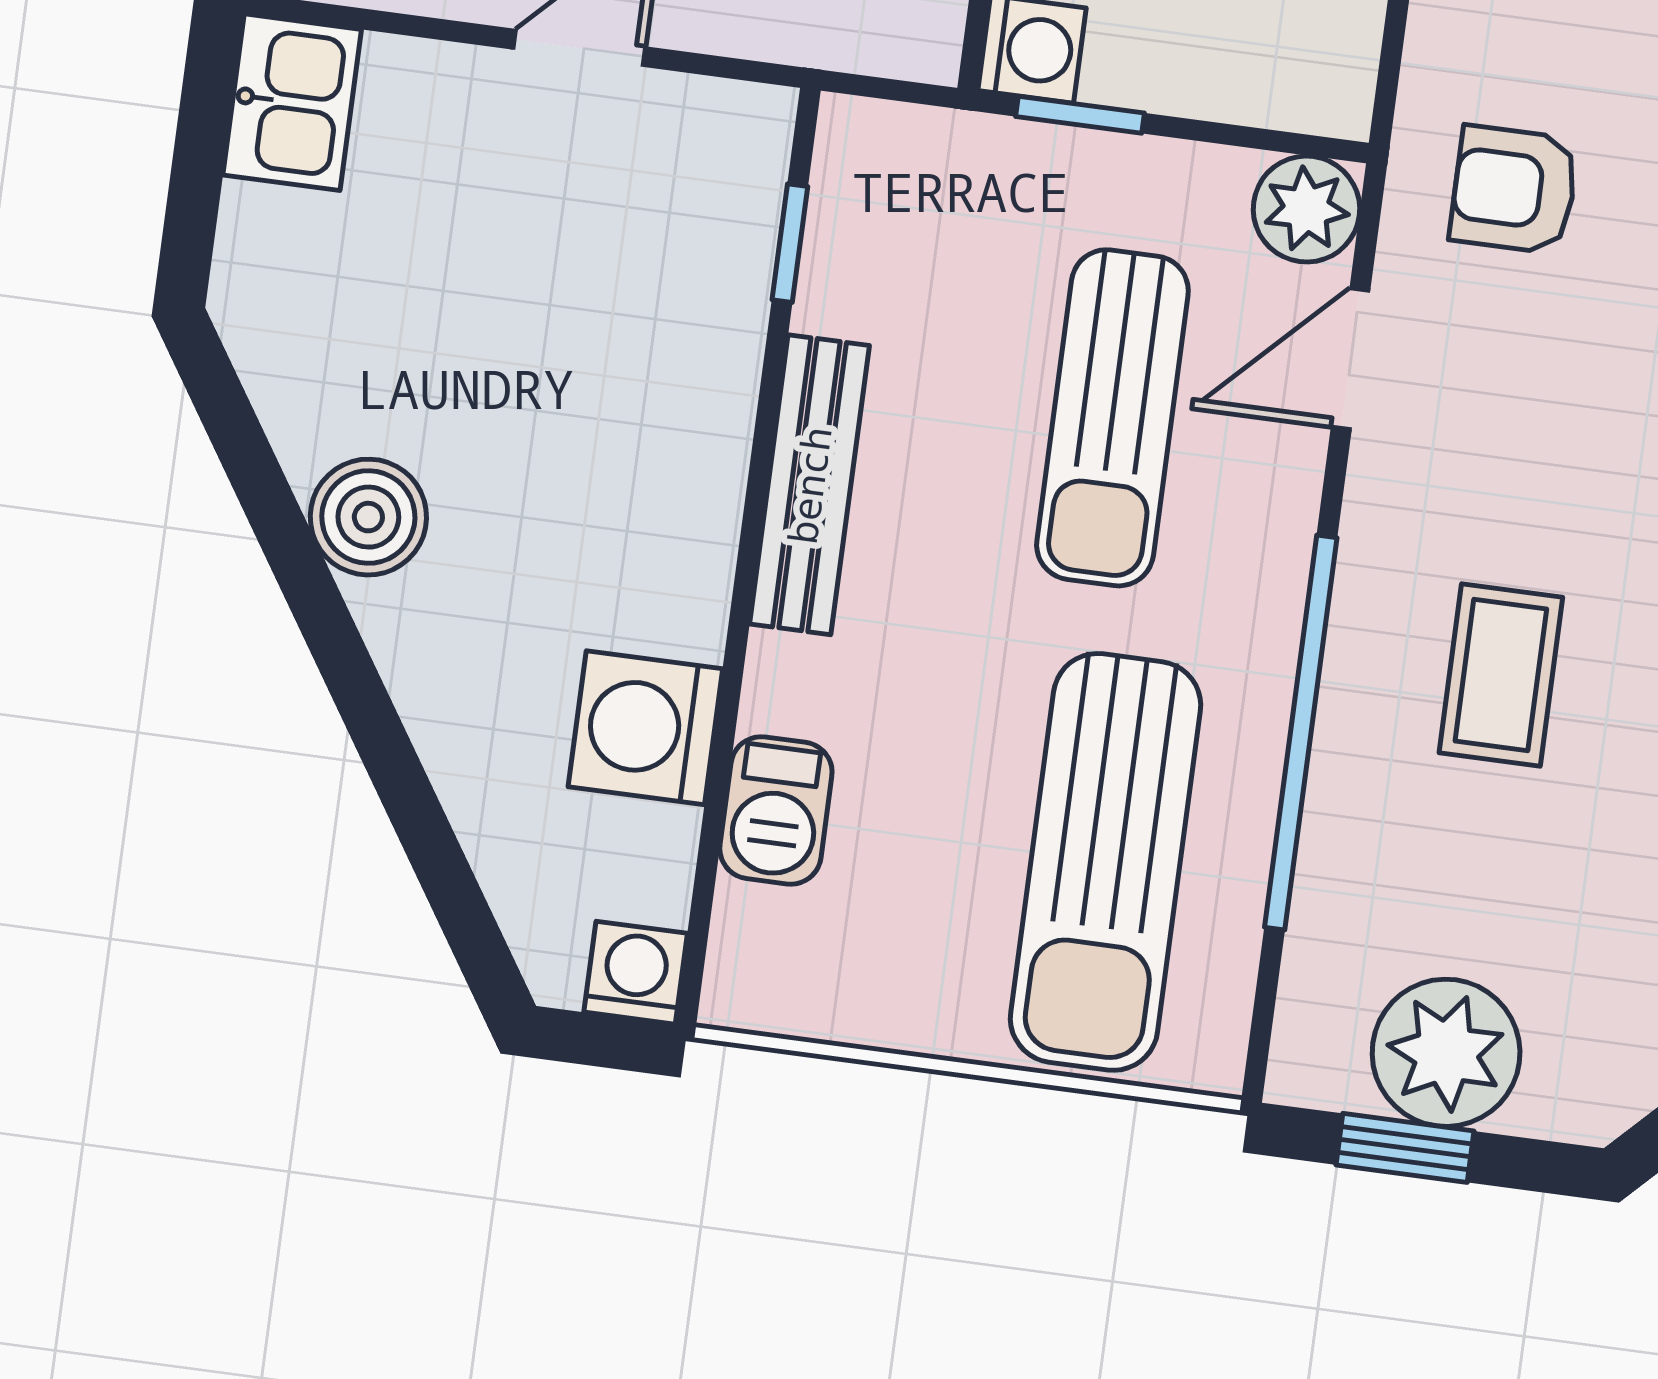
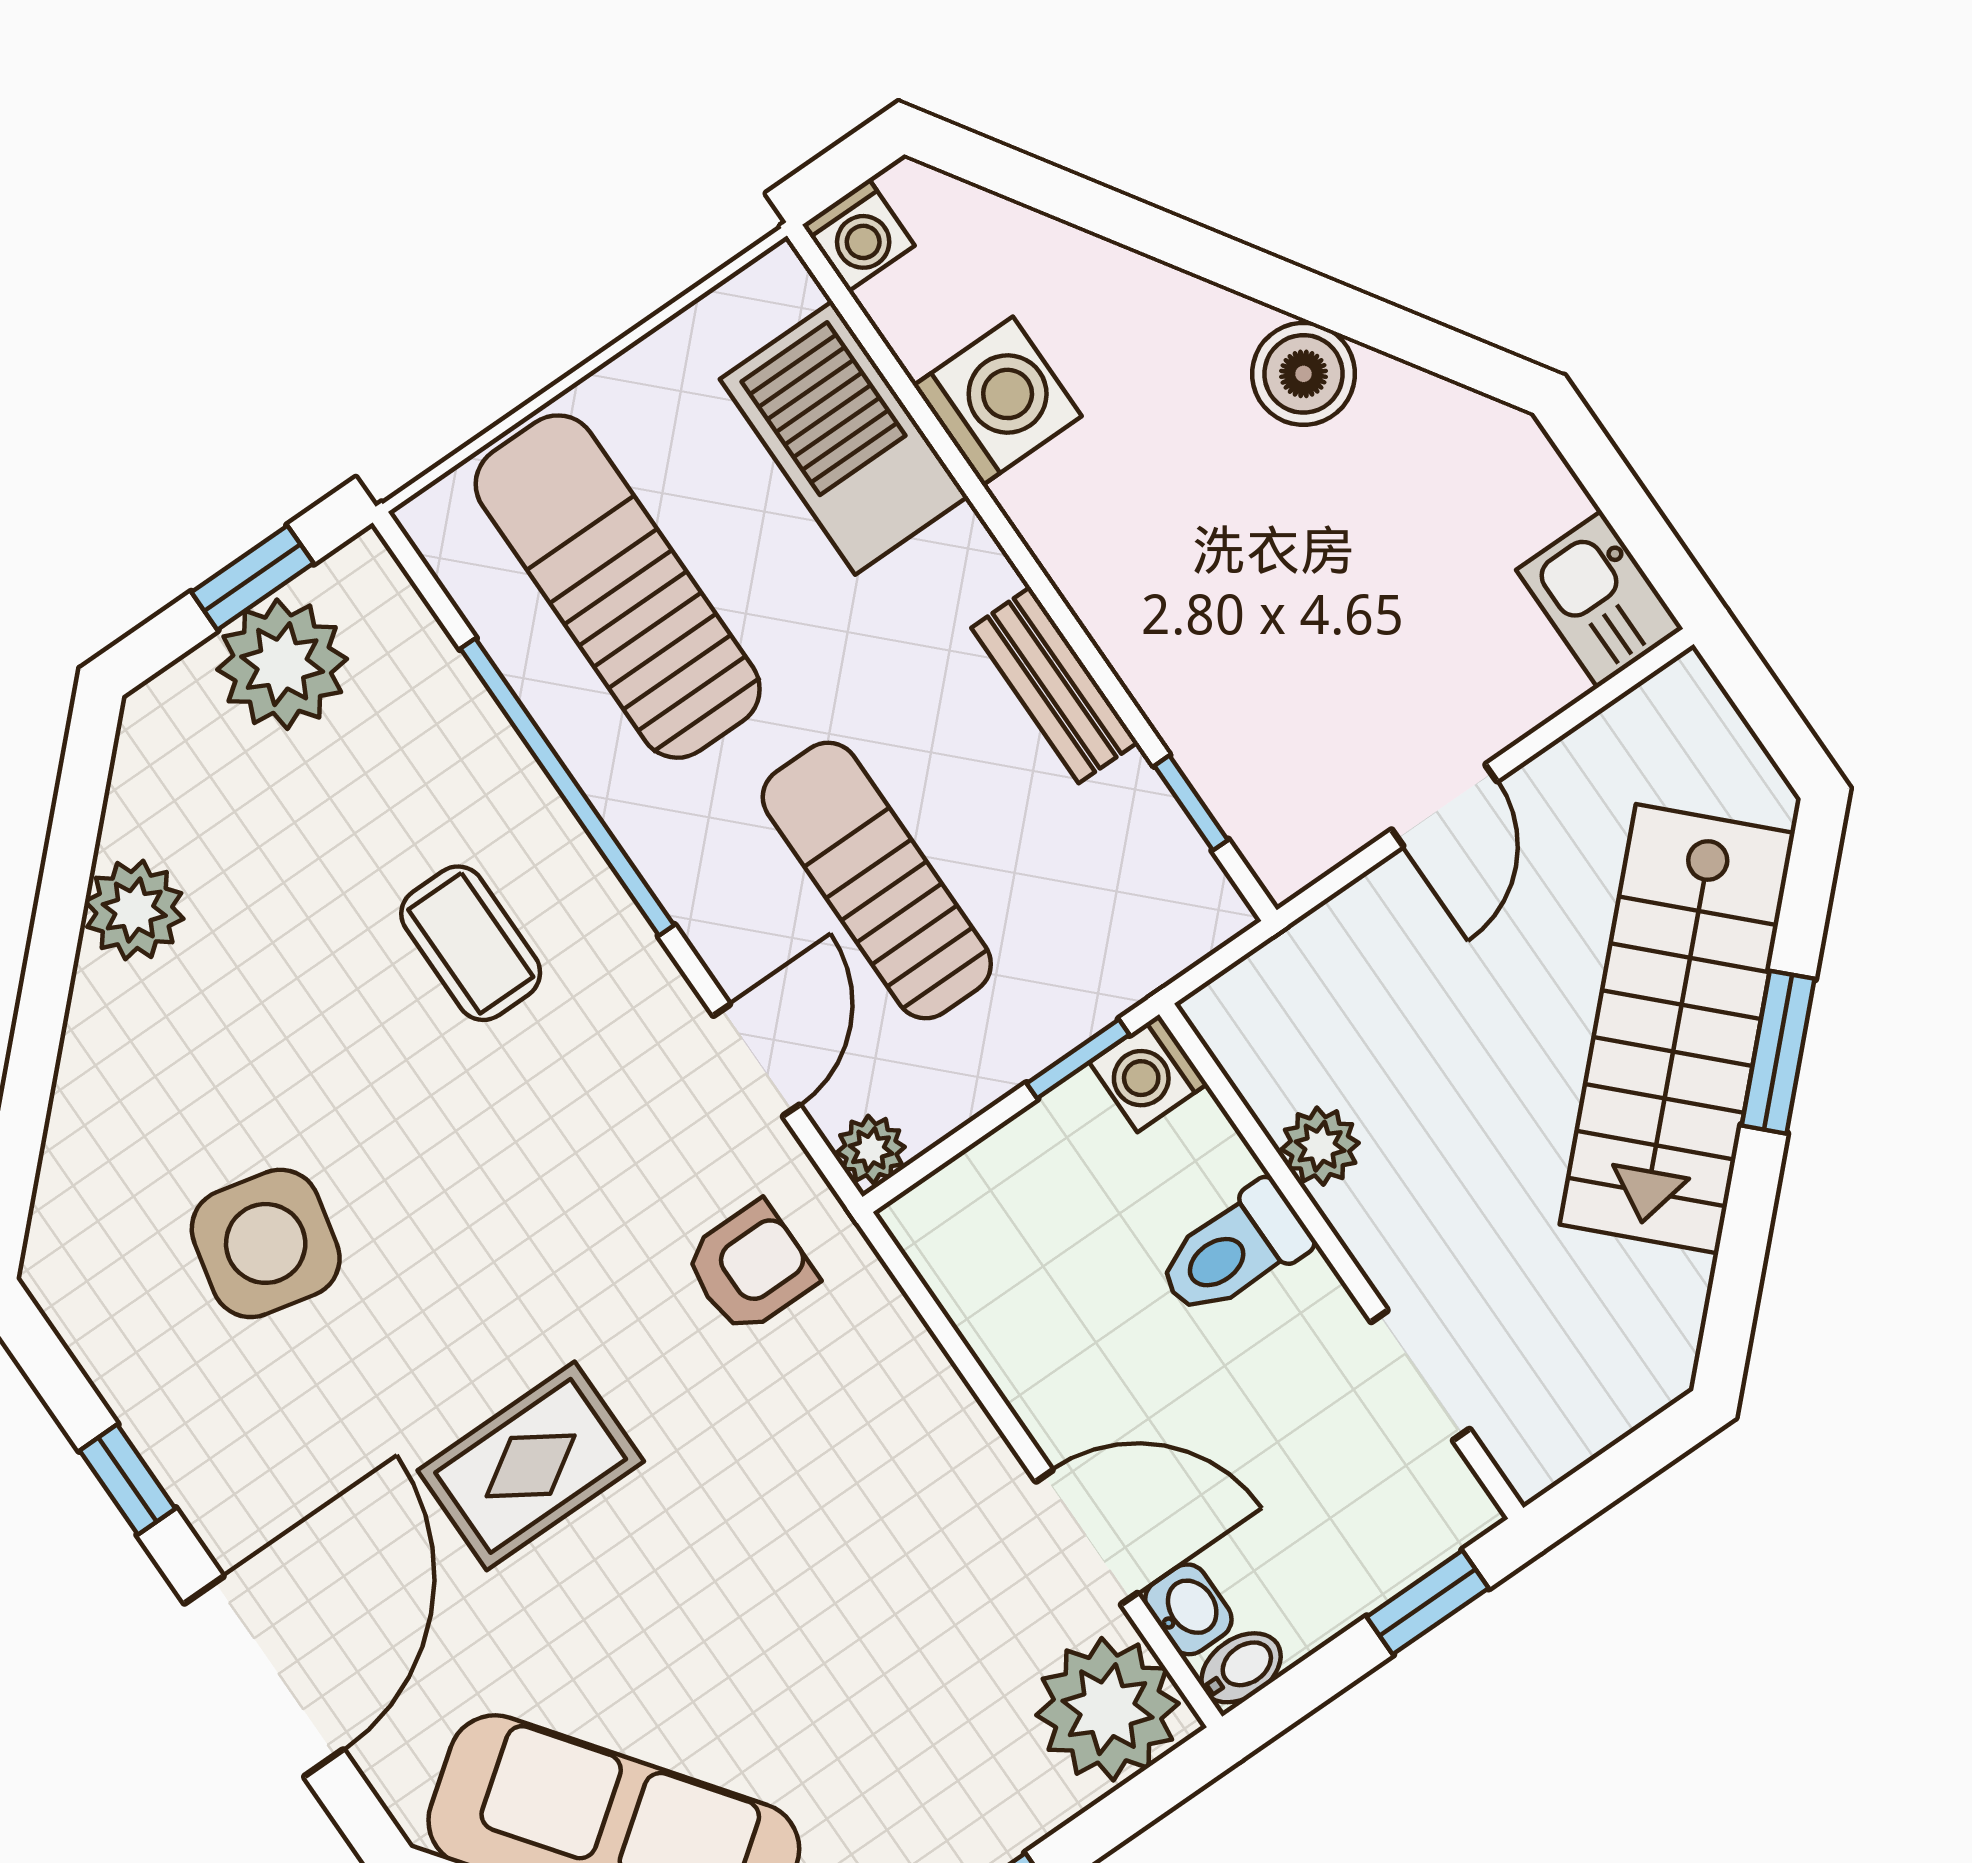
plant: (1306, 209) -> (871, 1150), width x0.73, depth x0.73
bench: (809, 485) -> (1054, 685), width x0.73
barbecue: (776, 810) -> (844, 438), width x1.88, depth x1.53

